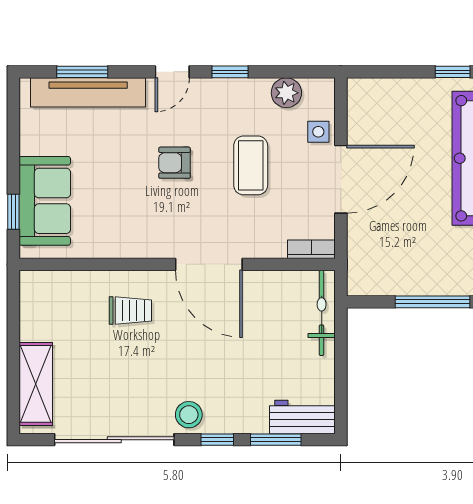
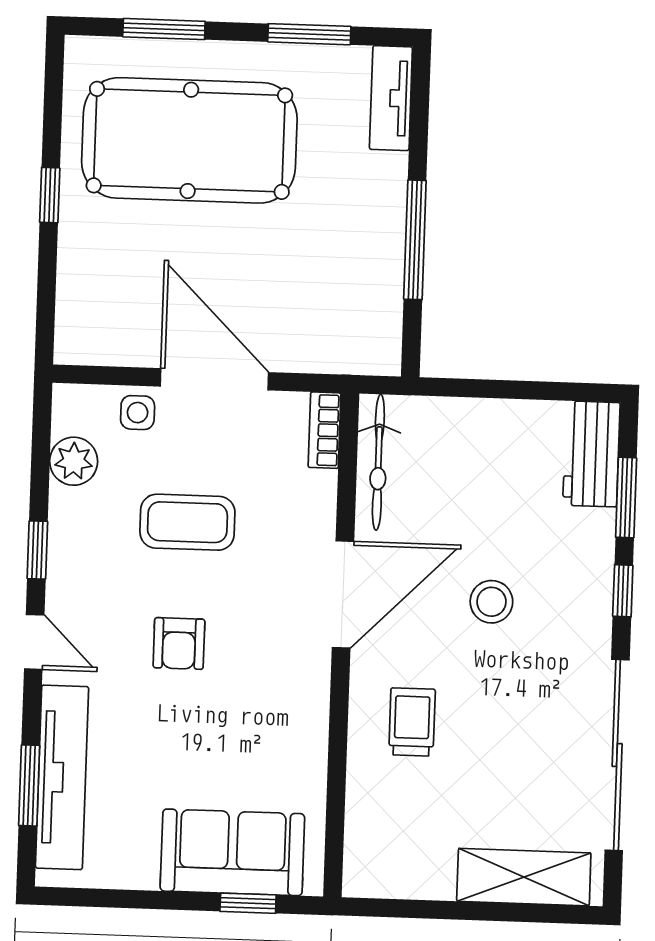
bicycle: (322, 313) -> (378, 462), moved, turned -90
stool: (189, 415) -> (491, 602), moved

